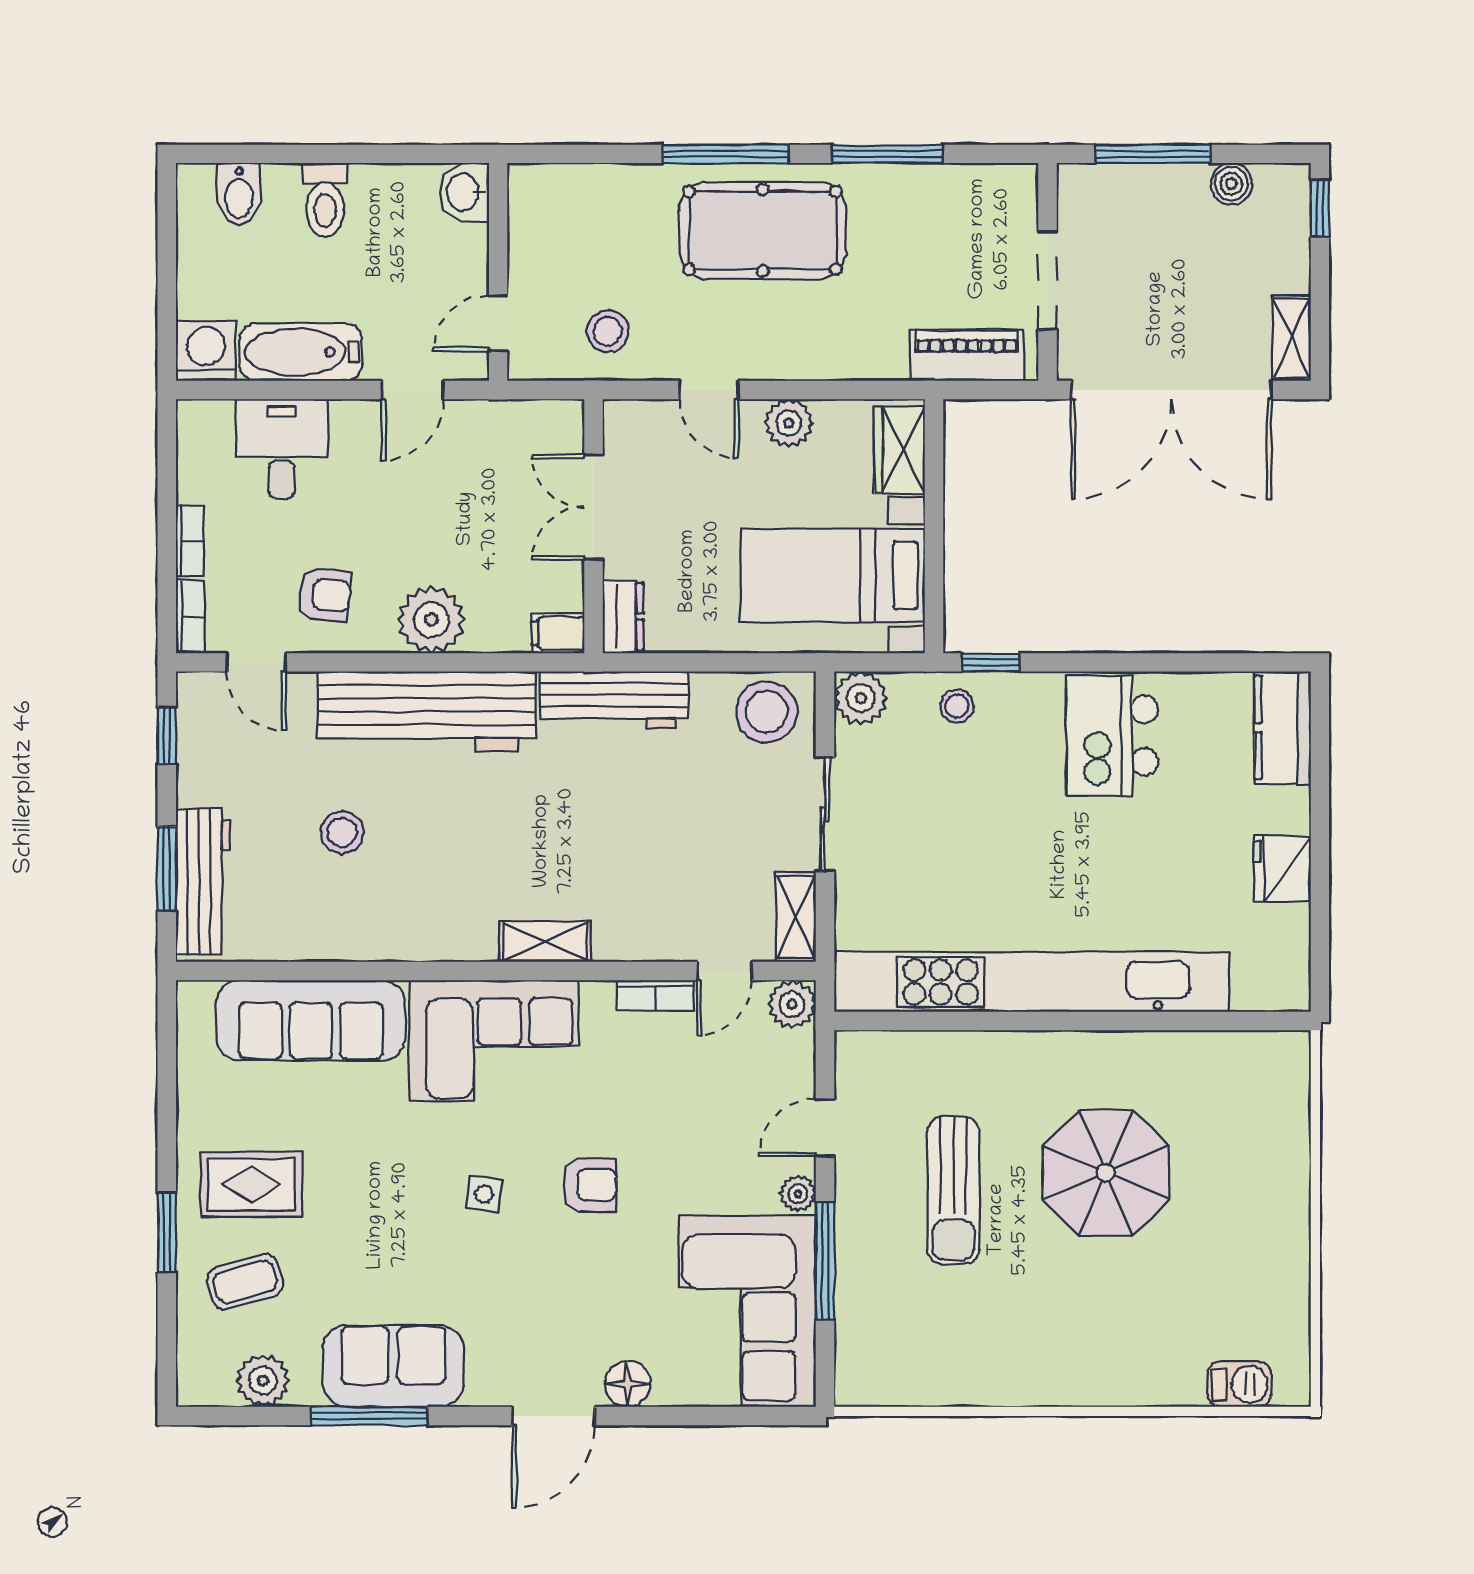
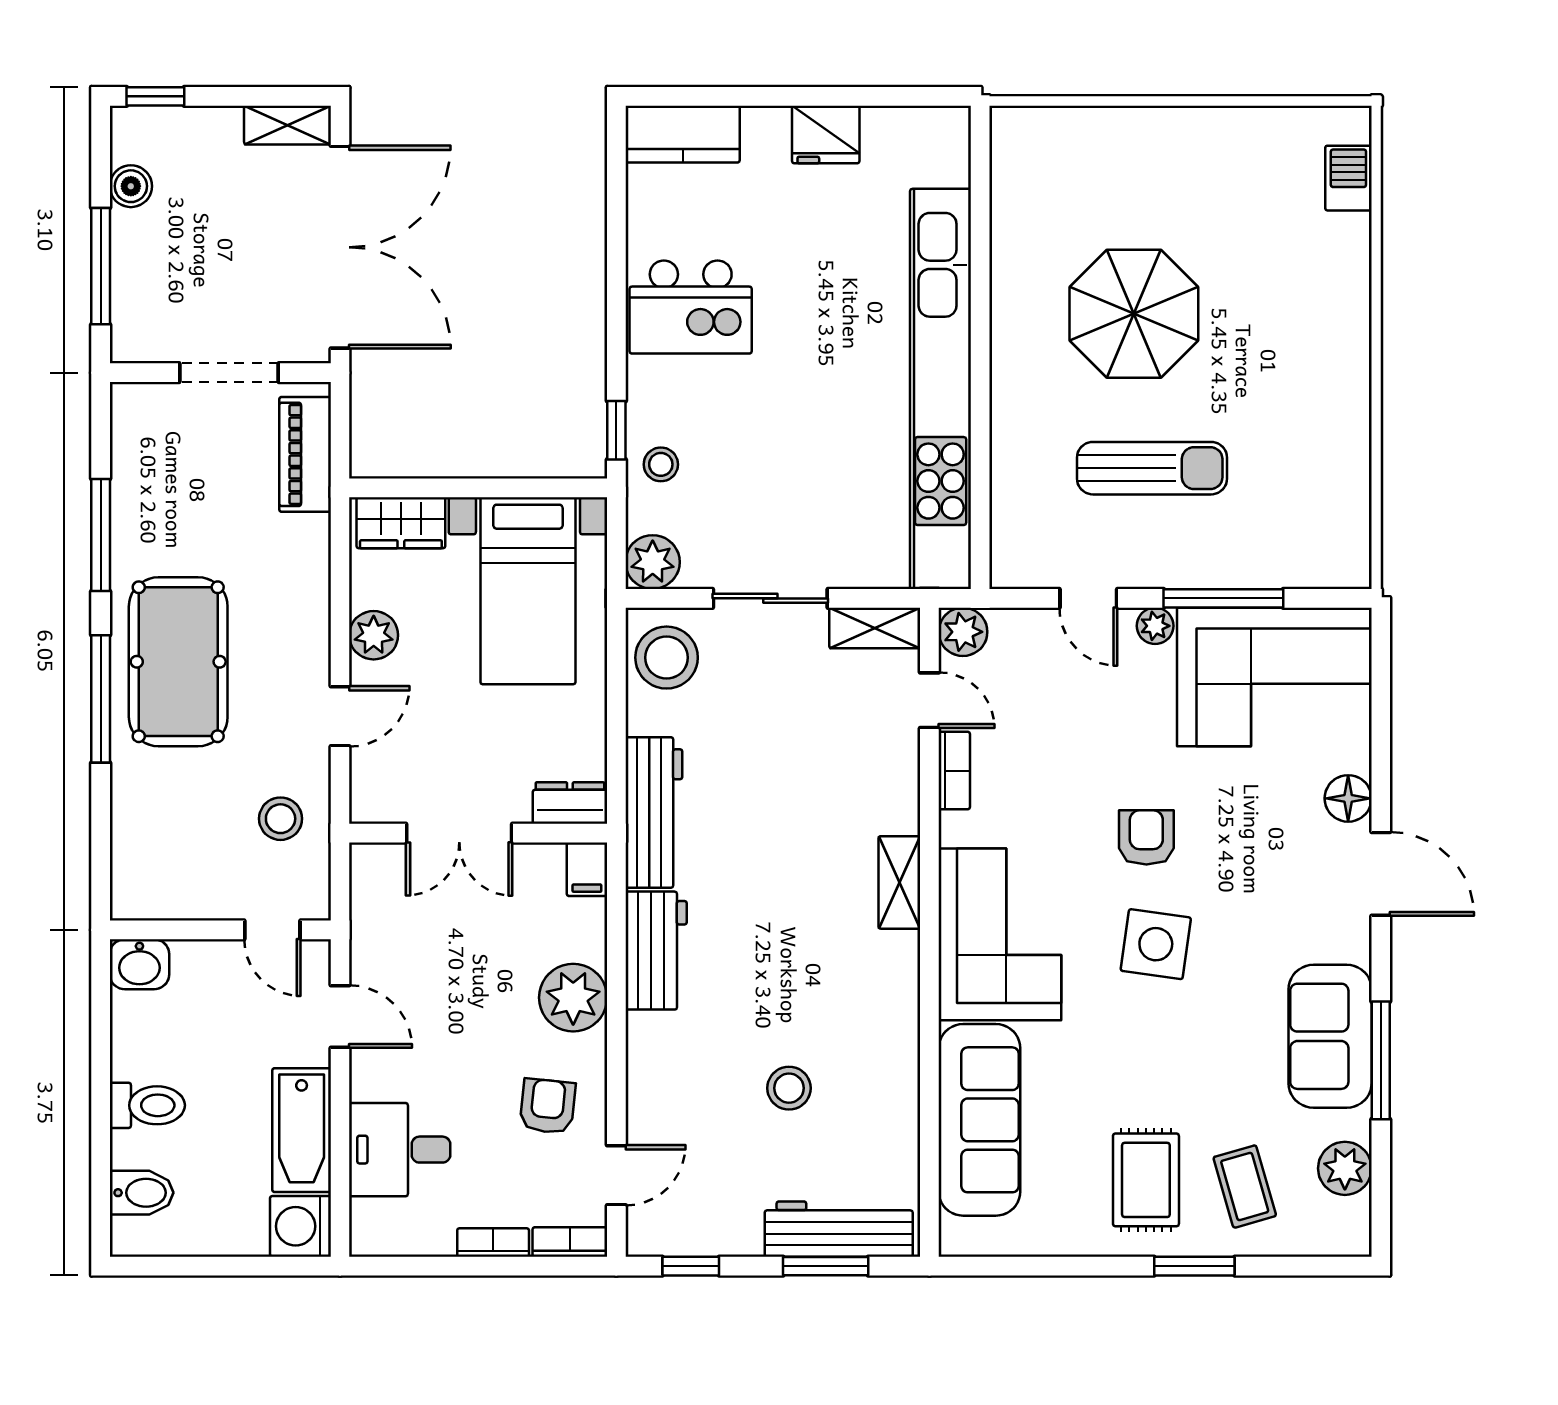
workbench: (427, 711) -> (656, 951), width x0.53, depth x0.76
side table: (484, 1194) -> (1156, 944), width x1.87, depth x1.87

